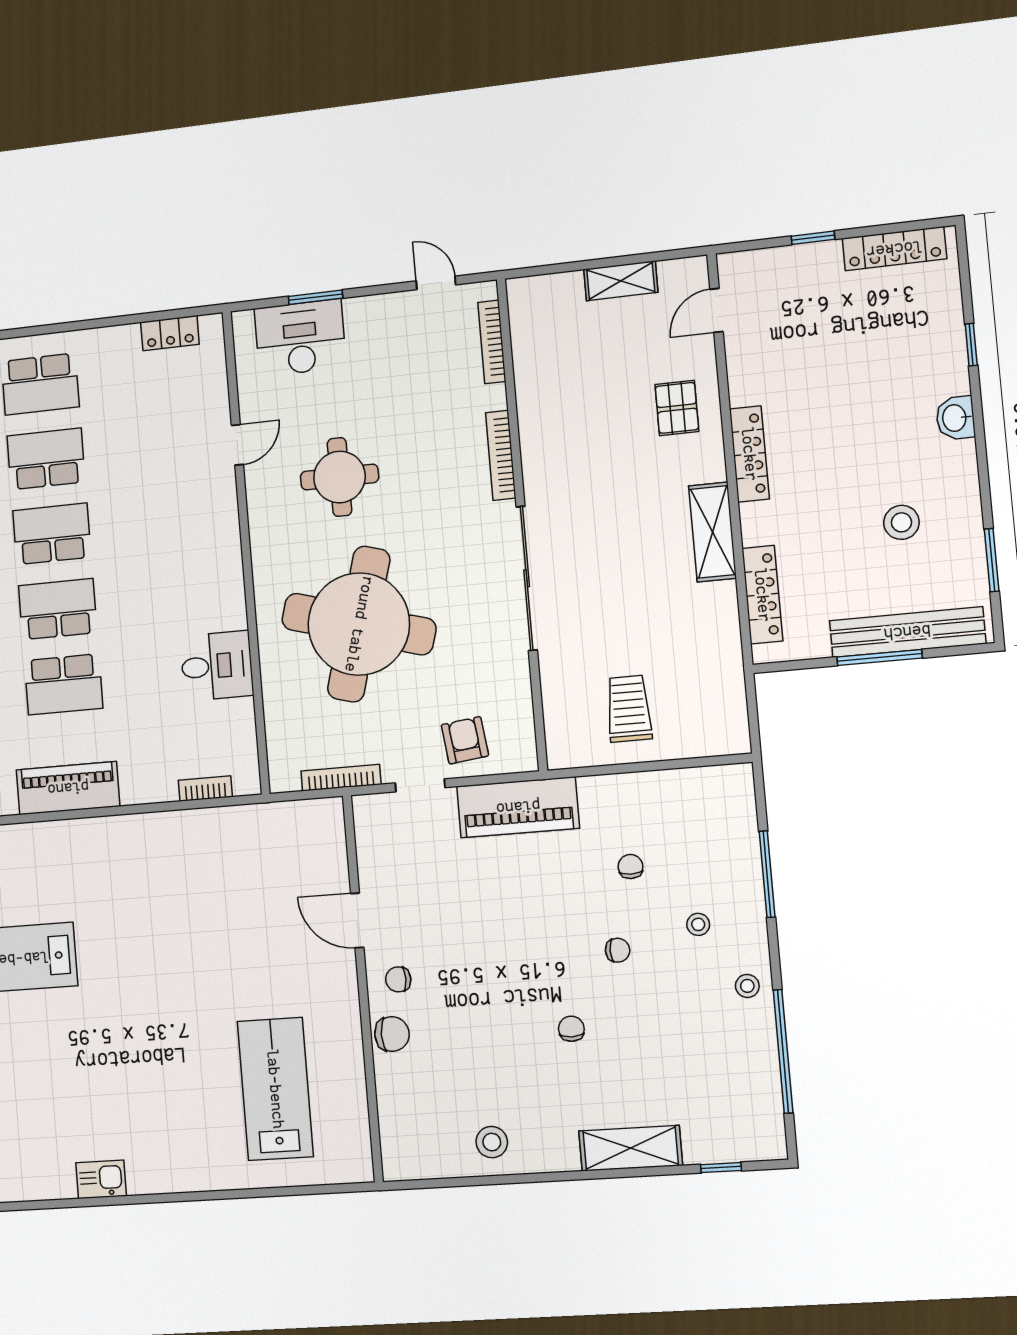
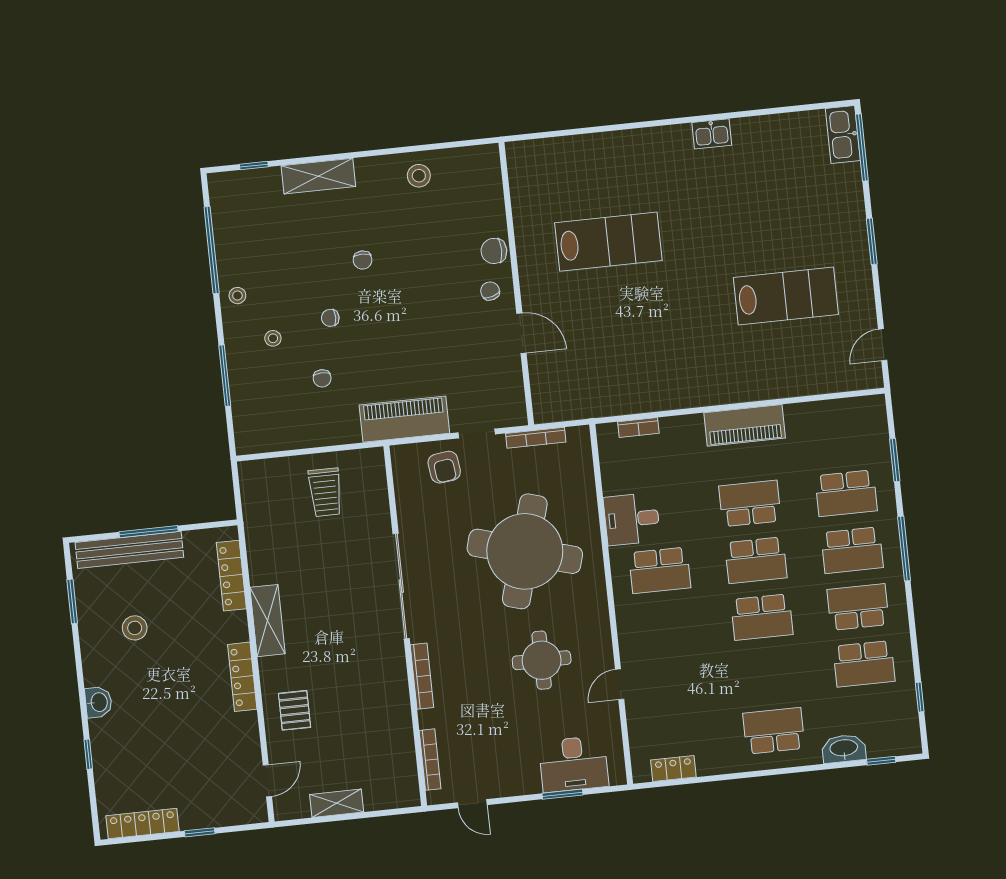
school desk: (46, 459) -> (660, 570), moved
chair: (398, 979) -> (490, 291), turned -106
lab bench: (275, 1089) -> (608, 242), moved, turned -90

